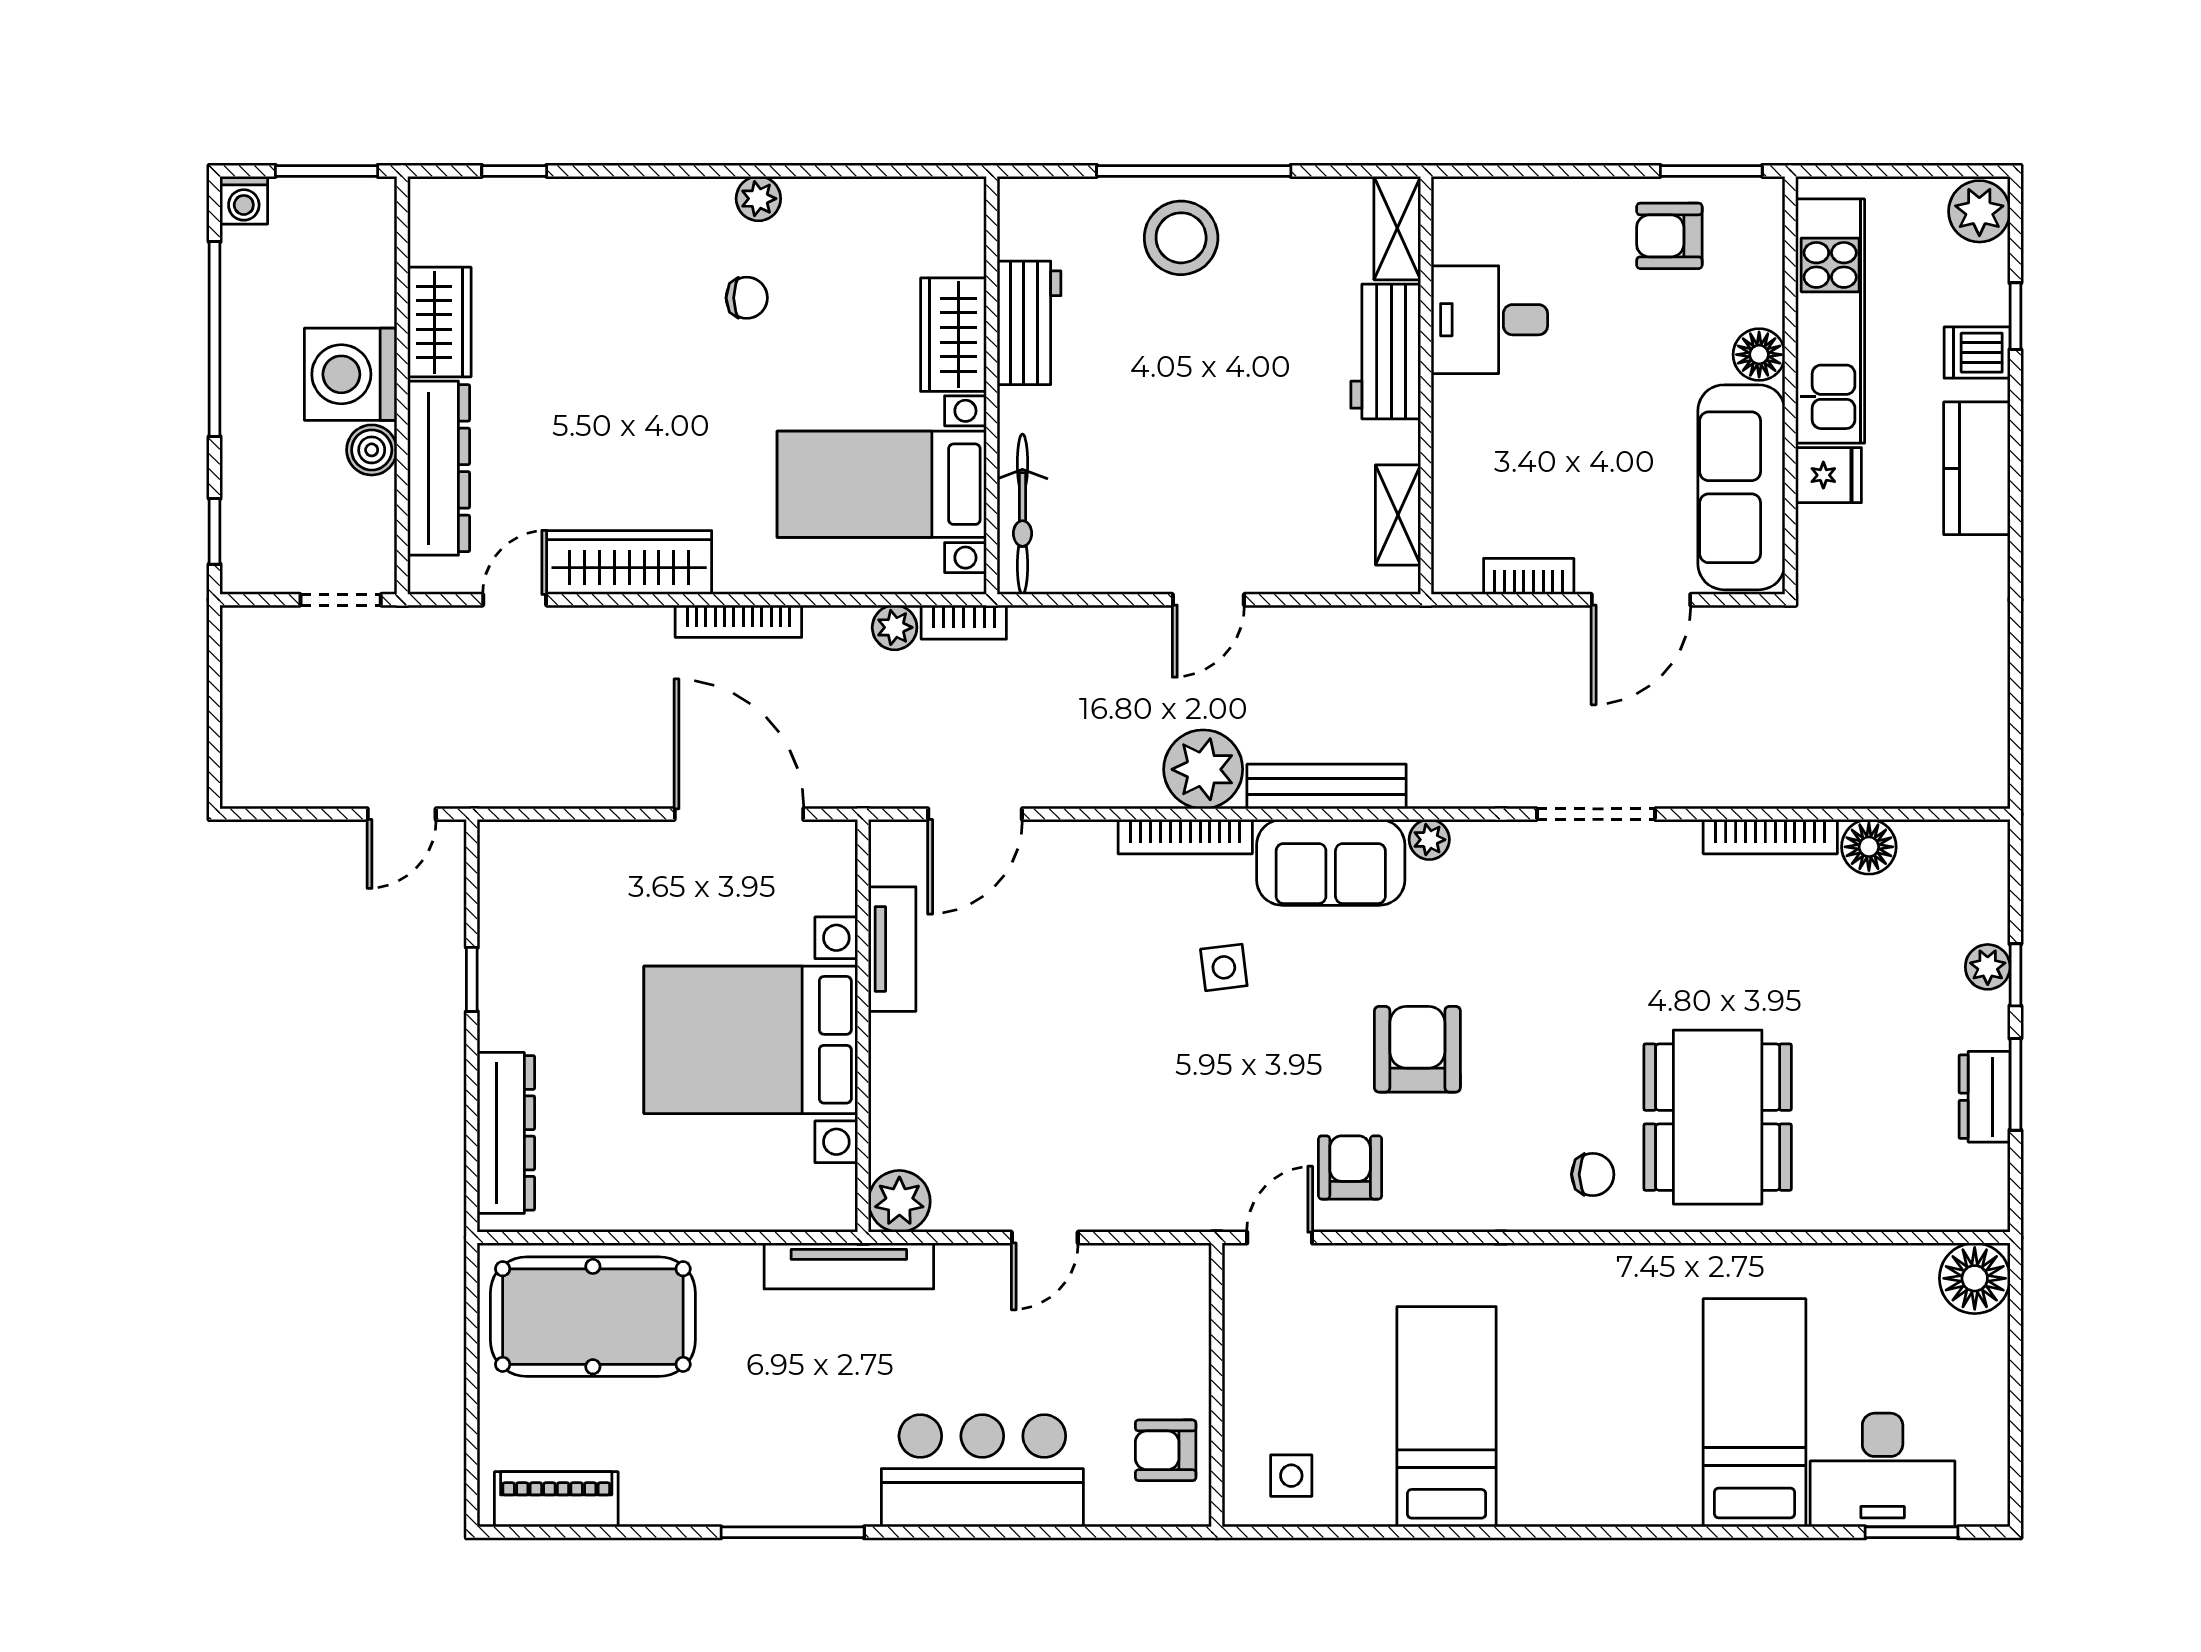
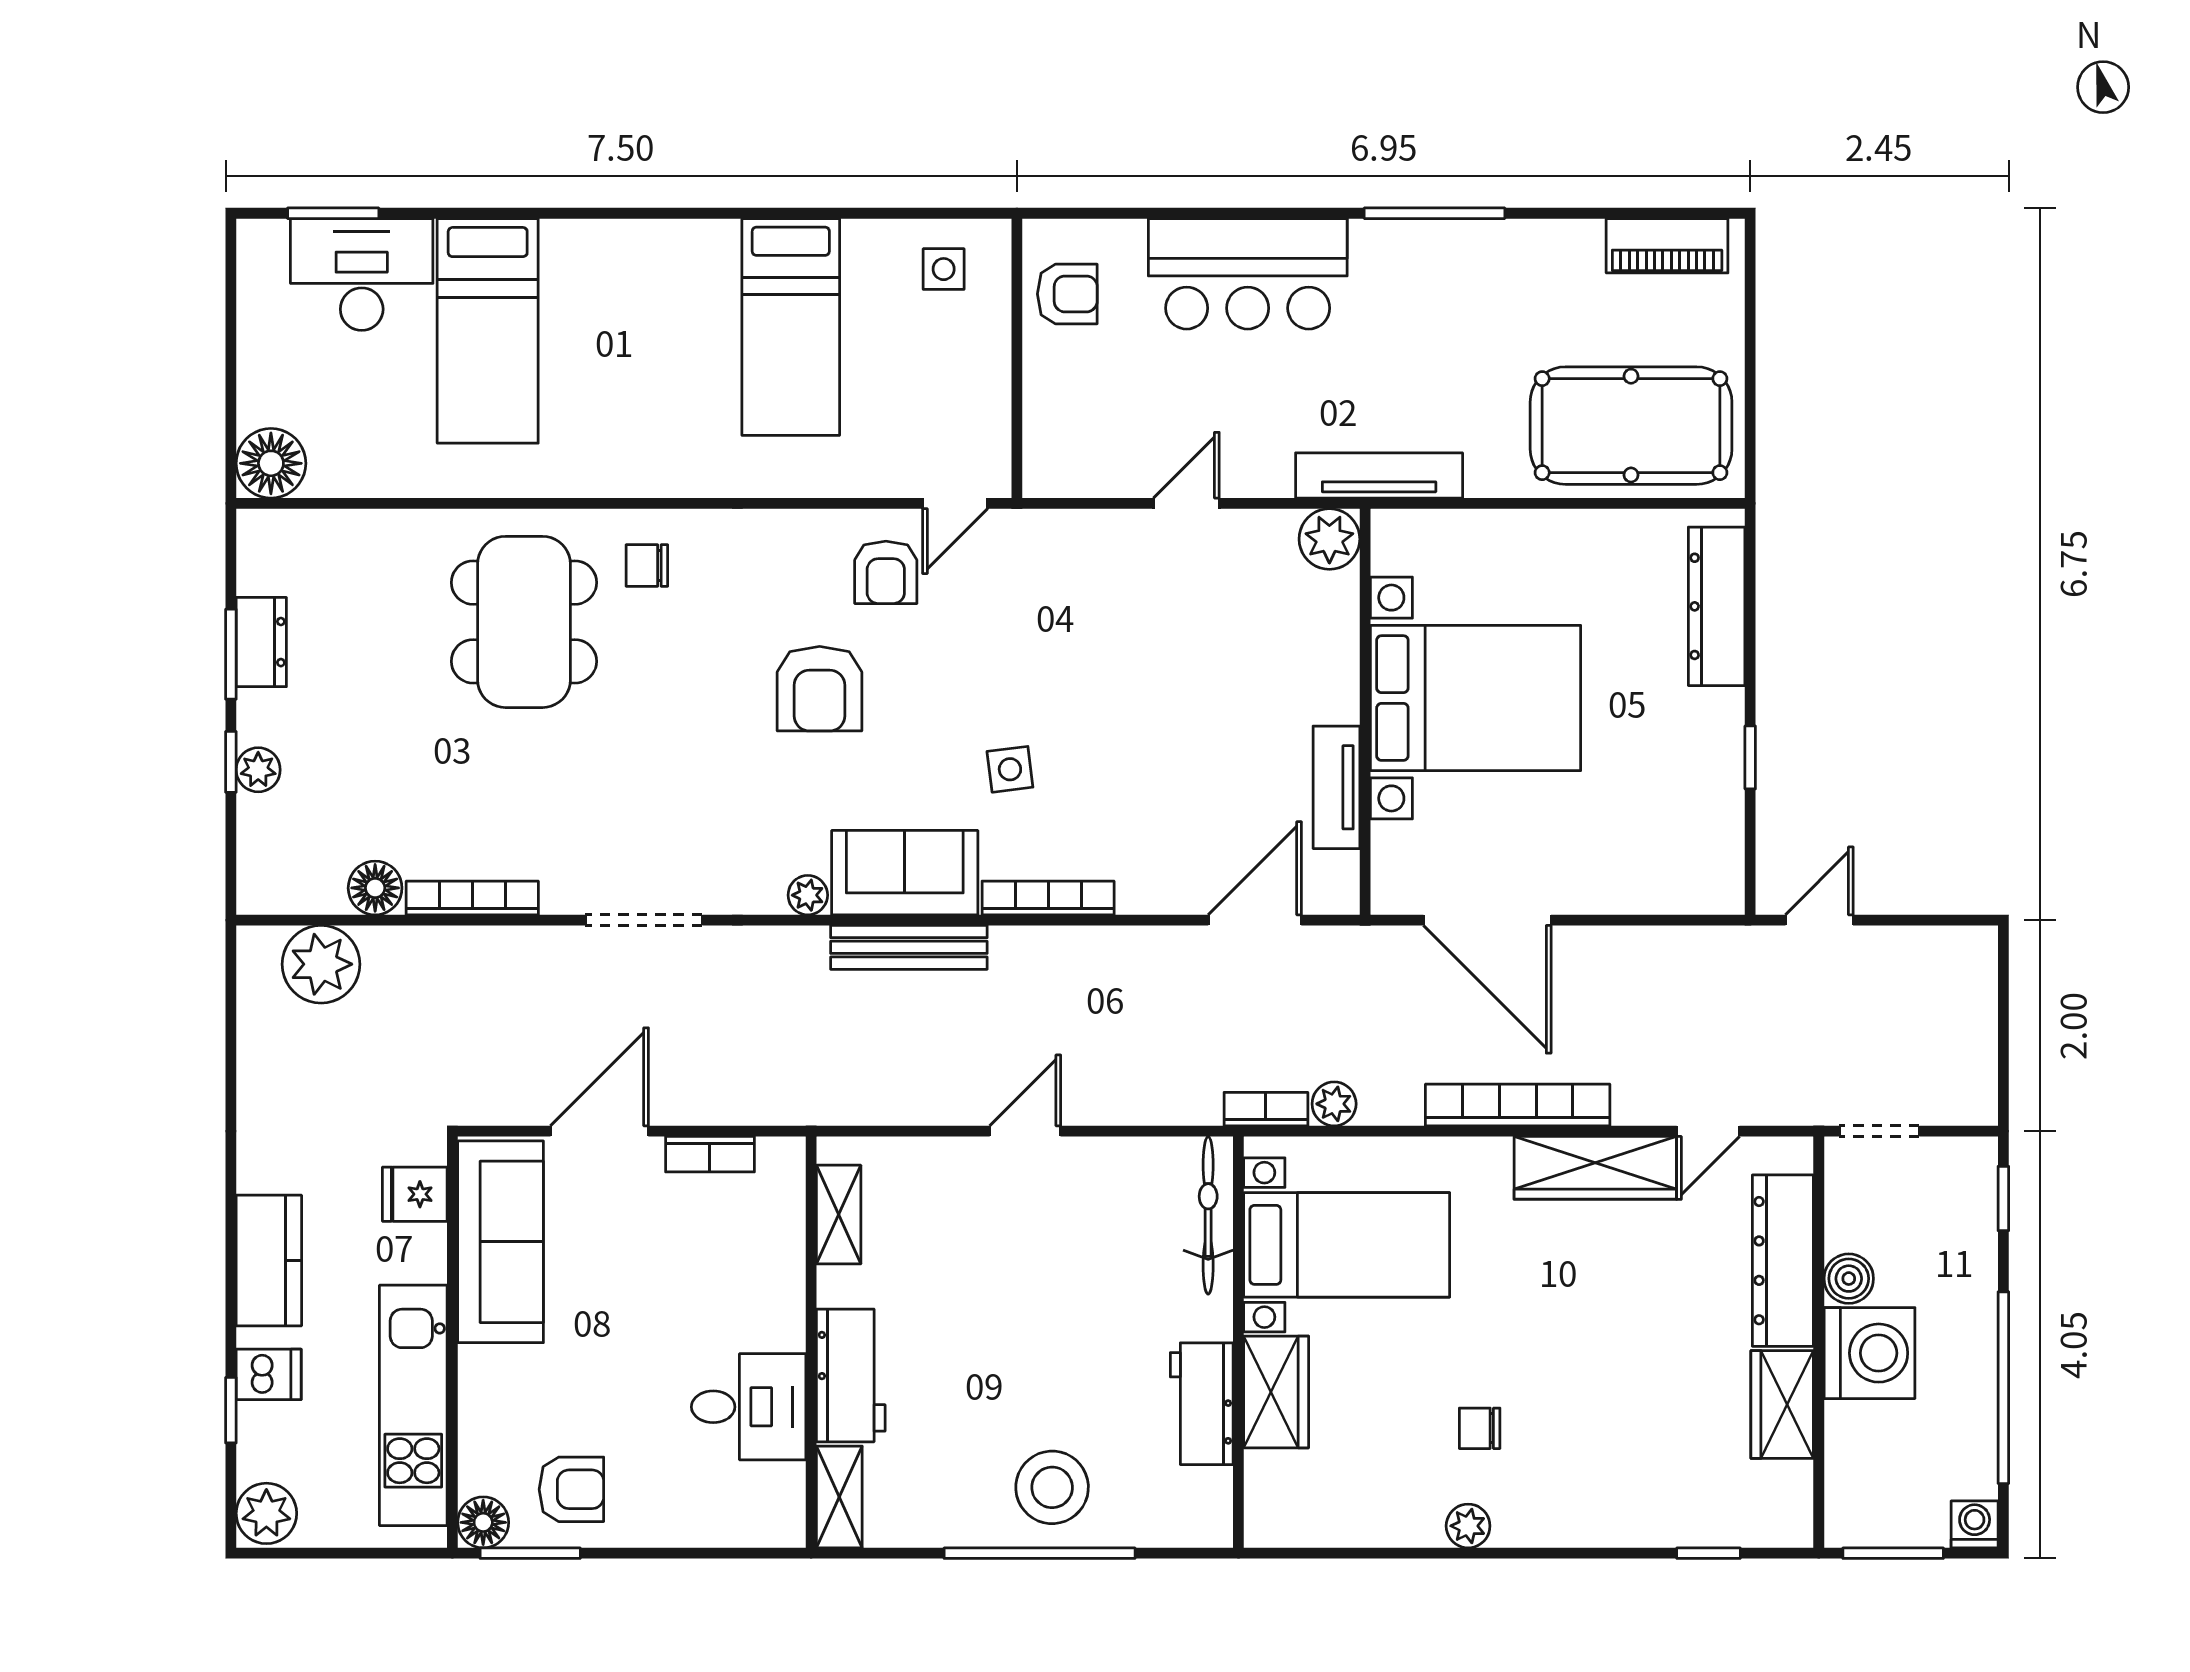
floor lamp: (1759, 355) -> (483, 1522), moved
fridge: (1829, 475) -> (415, 1194), moved
bookcase: (738, 621) -> (1518, 1105), width x1.48, depth x1.31
plant: (1203, 769) -> (321, 964), moved

